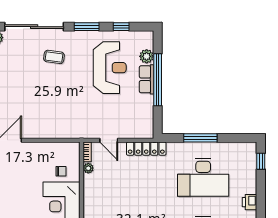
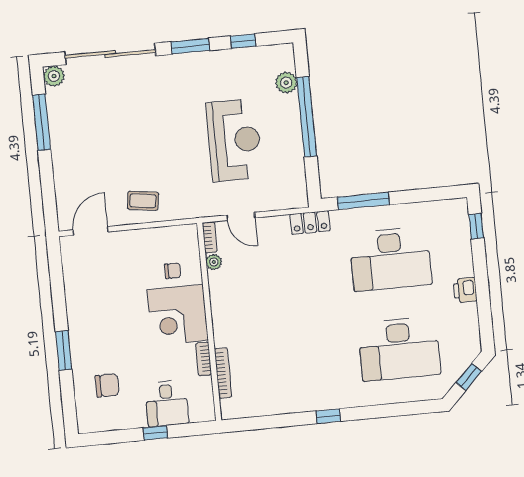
coffee table: (54, 57) -> (143, 201), moved
reception desk: (110, 68) -> (234, 140), moved
row of seats: (147, 79) -> (290, 118), removed
window: (200, 138) -> (363, 201), moved
locker: (146, 149) -> (310, 223), width x0.66

